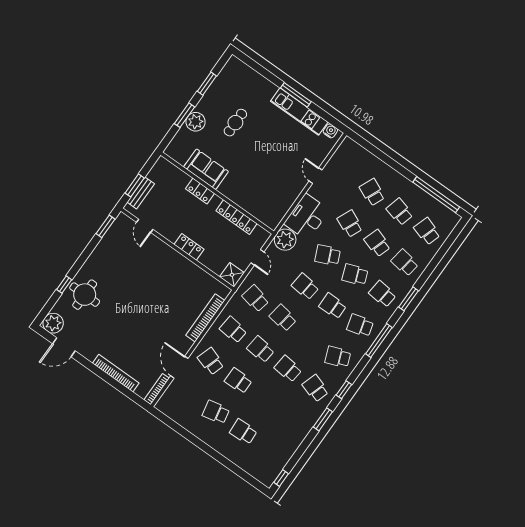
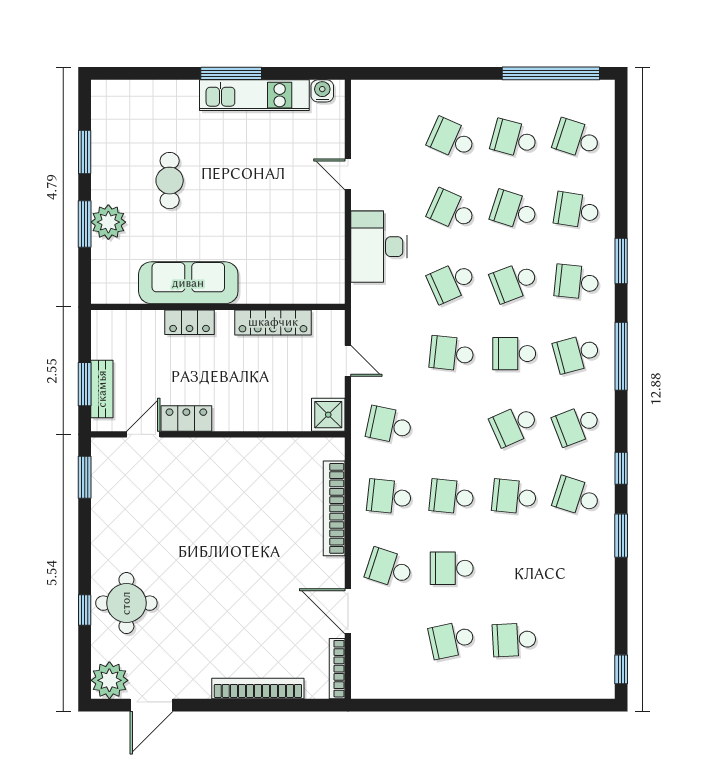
sofa: (206, 169) -> (188, 283), width x1.36
door: (145, 226) -> (143, 434), swing flipped
plant: (285, 240) -> (371, 304), removed
locker: (189, 247) -> (186, 419), moved
school desk: (283, 318) -> (514, 425), moved, turned -33

